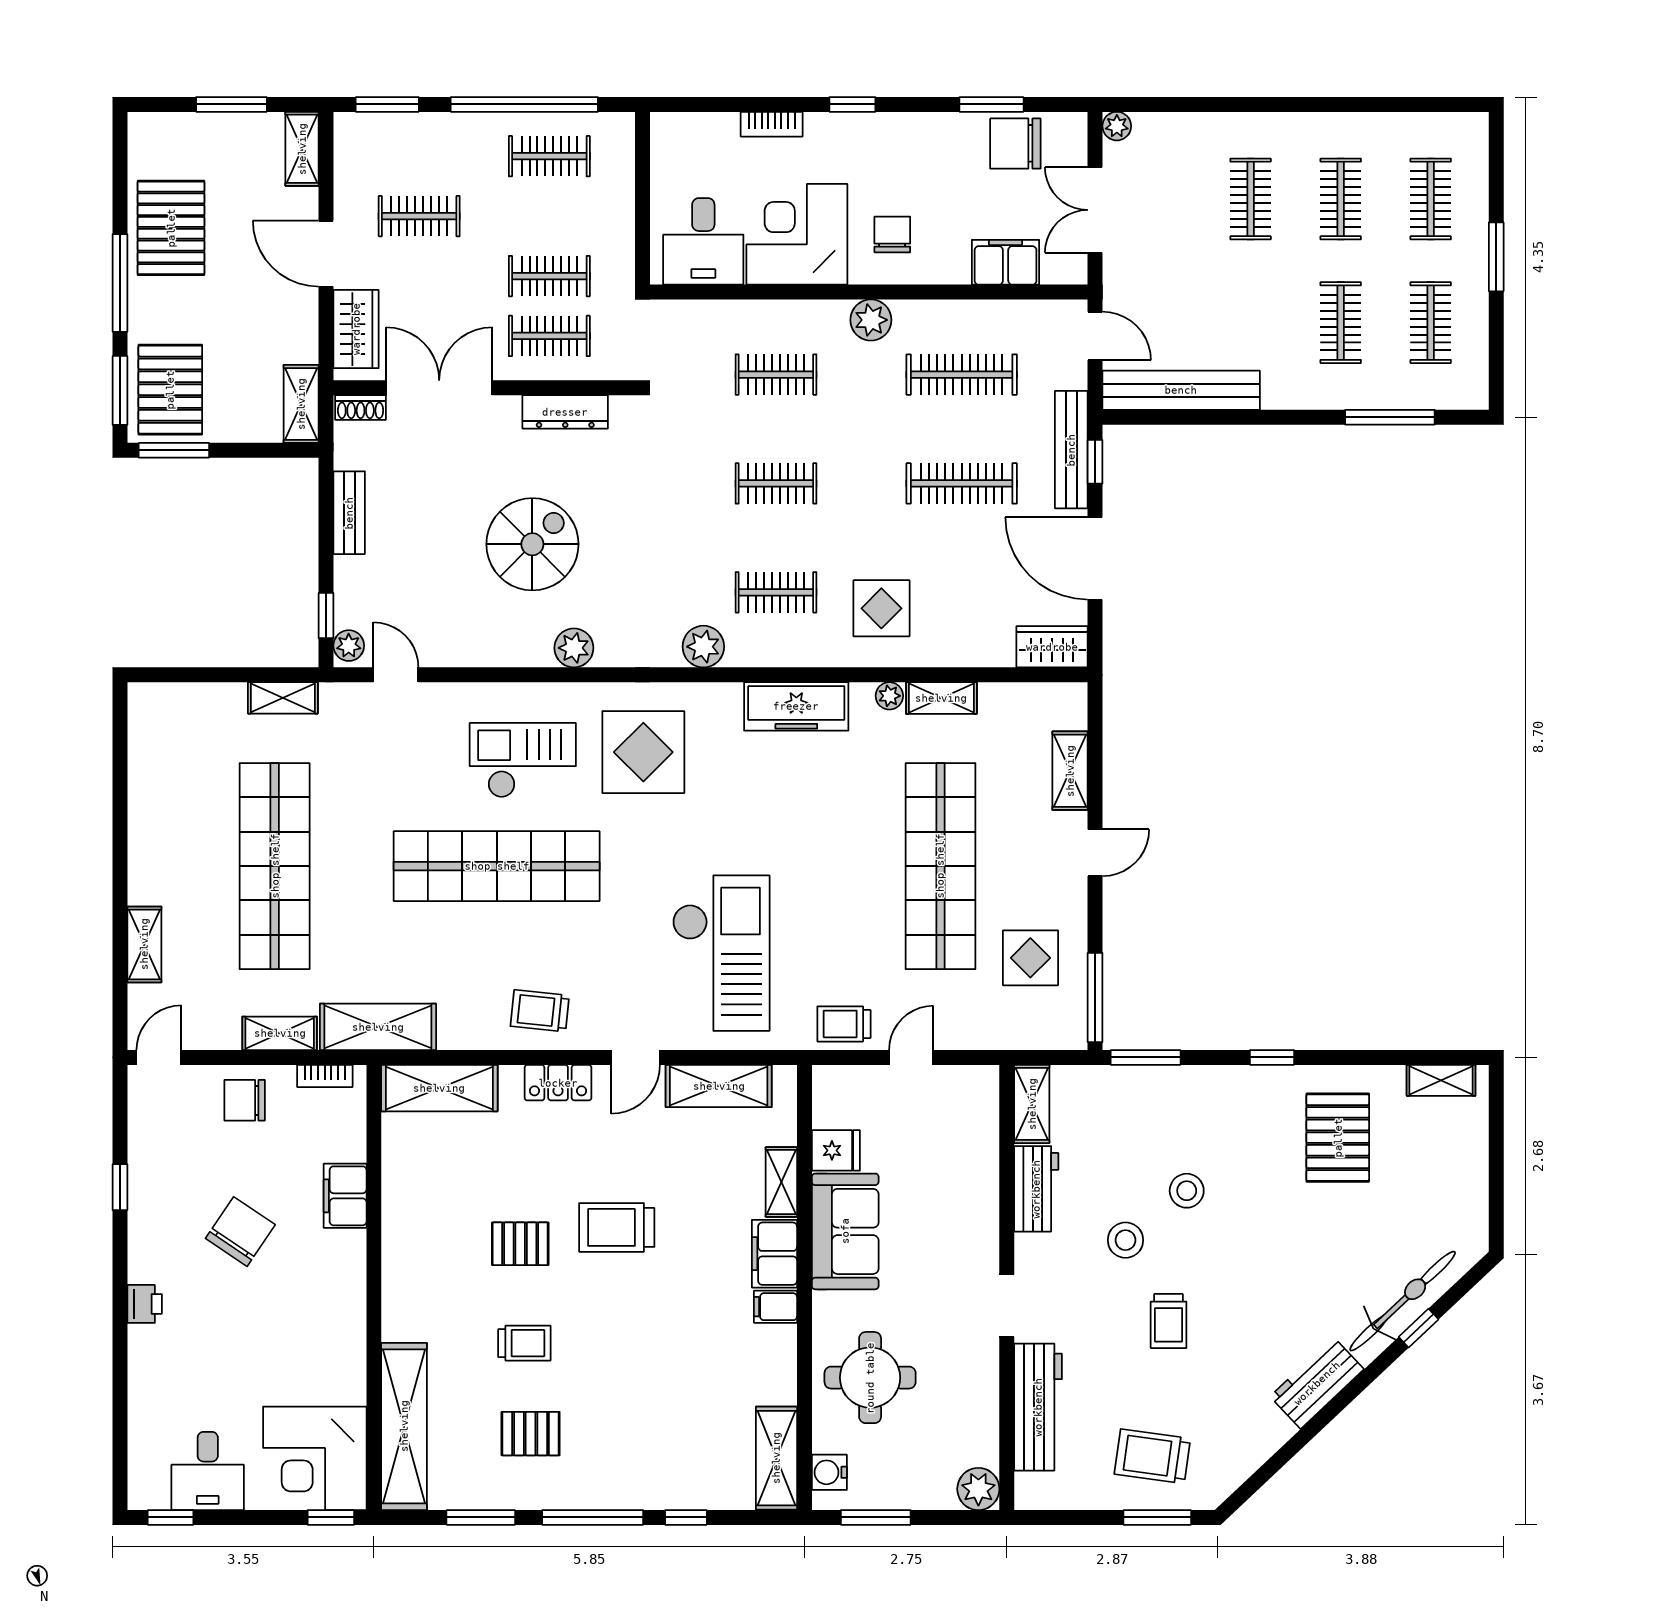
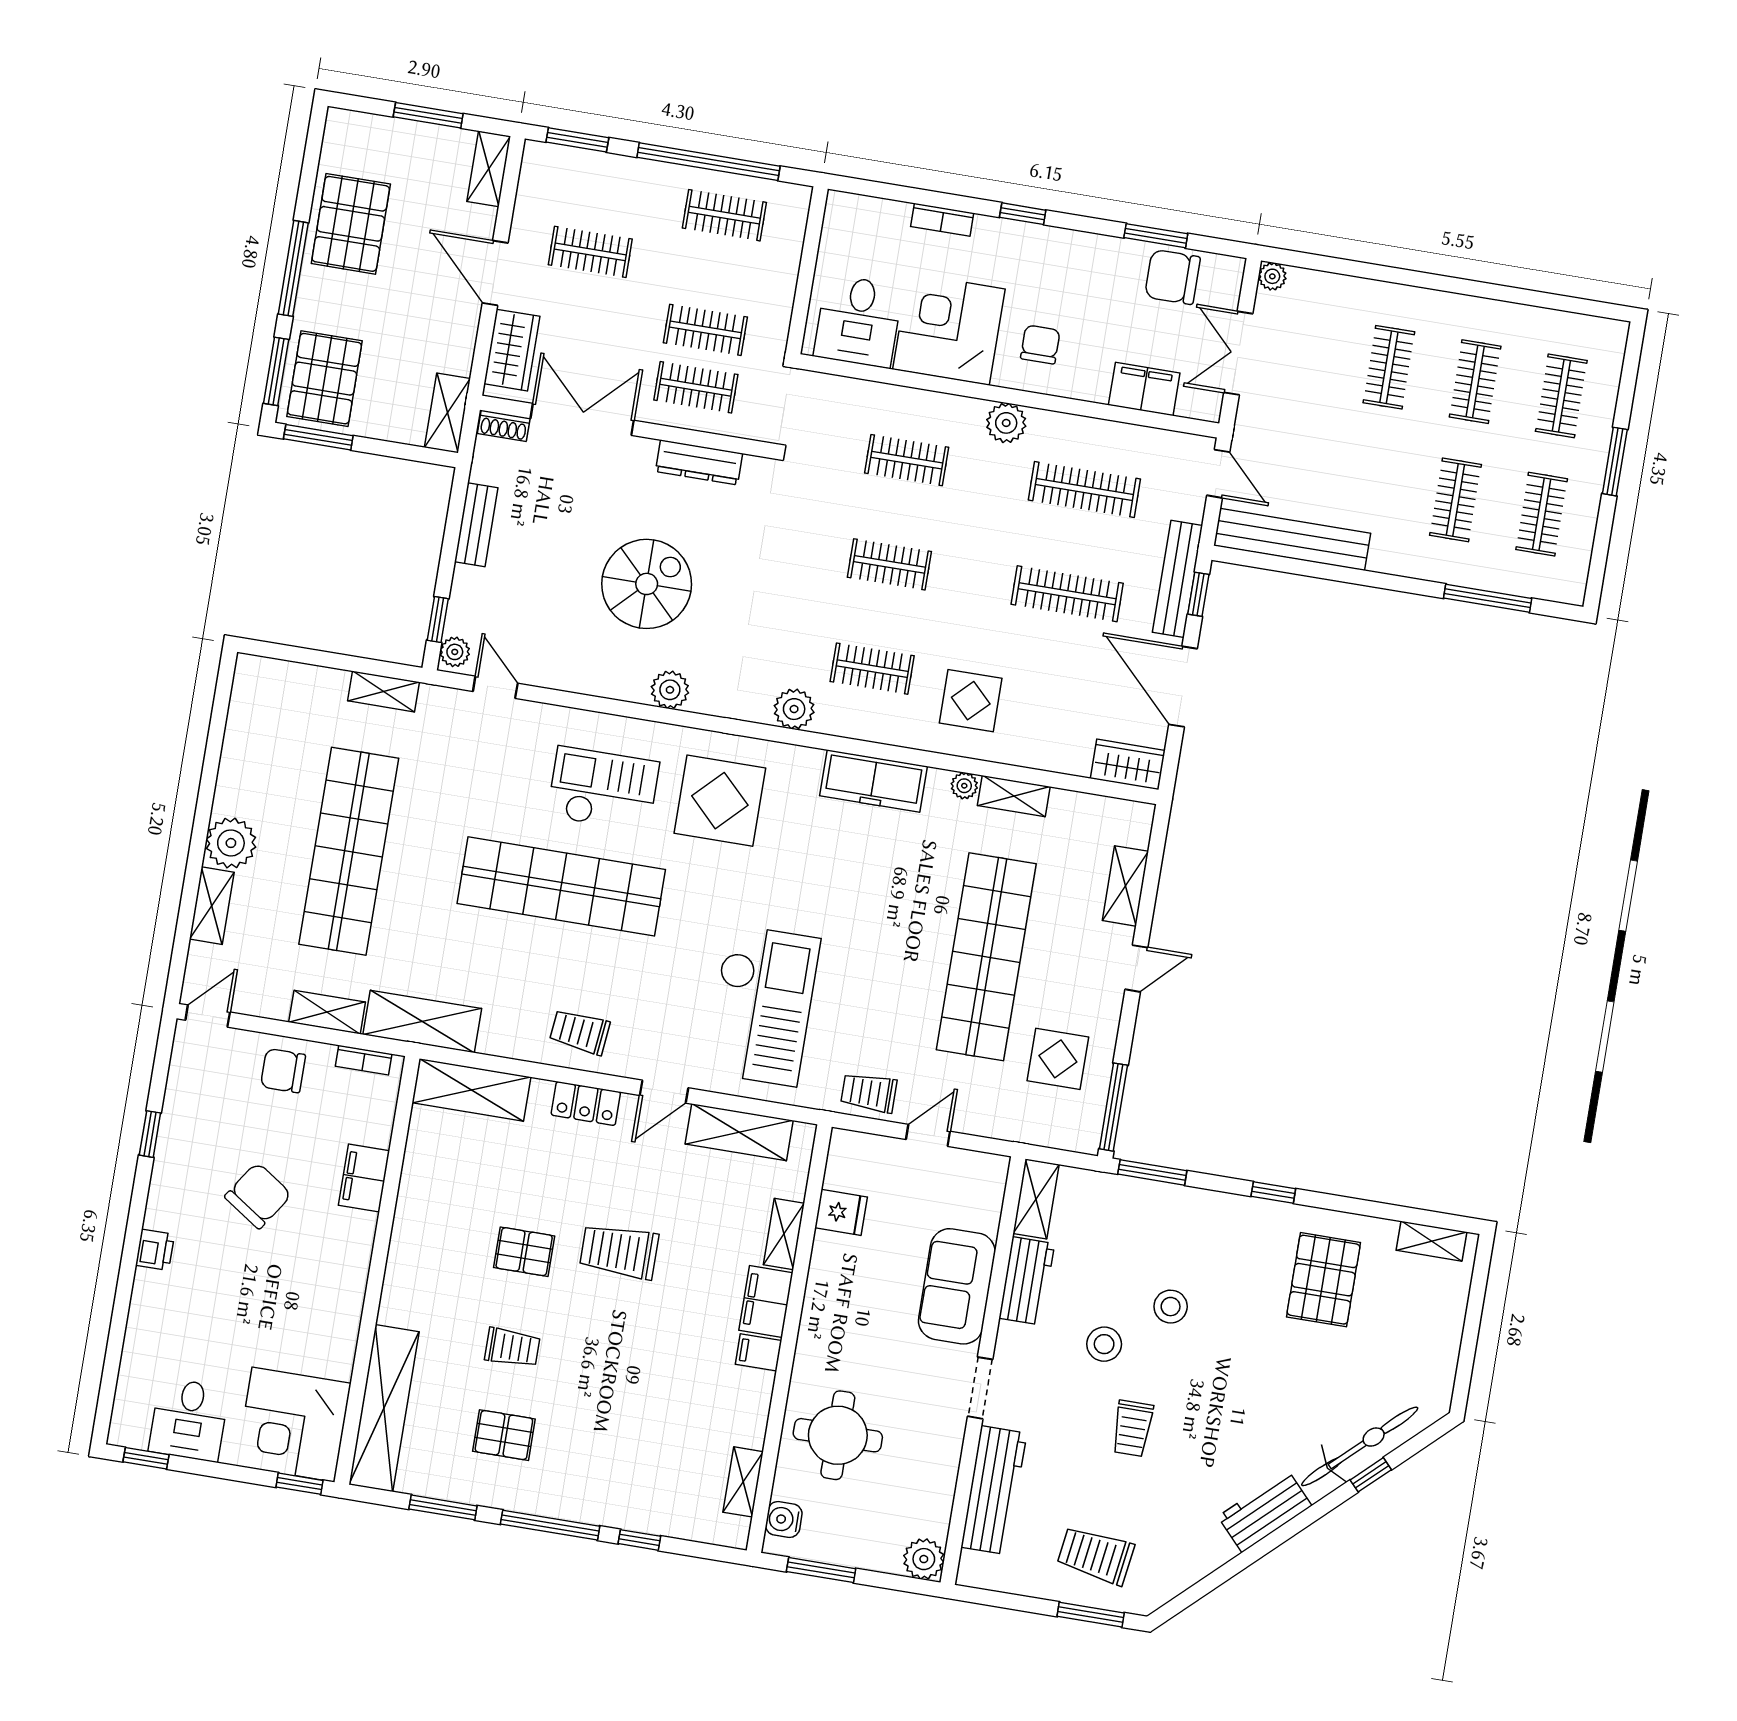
plant: (153, 878) -> (231, 843), added
sofa: (845, 1231) -> (957, 1286), moved, turned 180
shelving: (776, 1458) -> (743, 1482), width x0.67, depth x0.75

